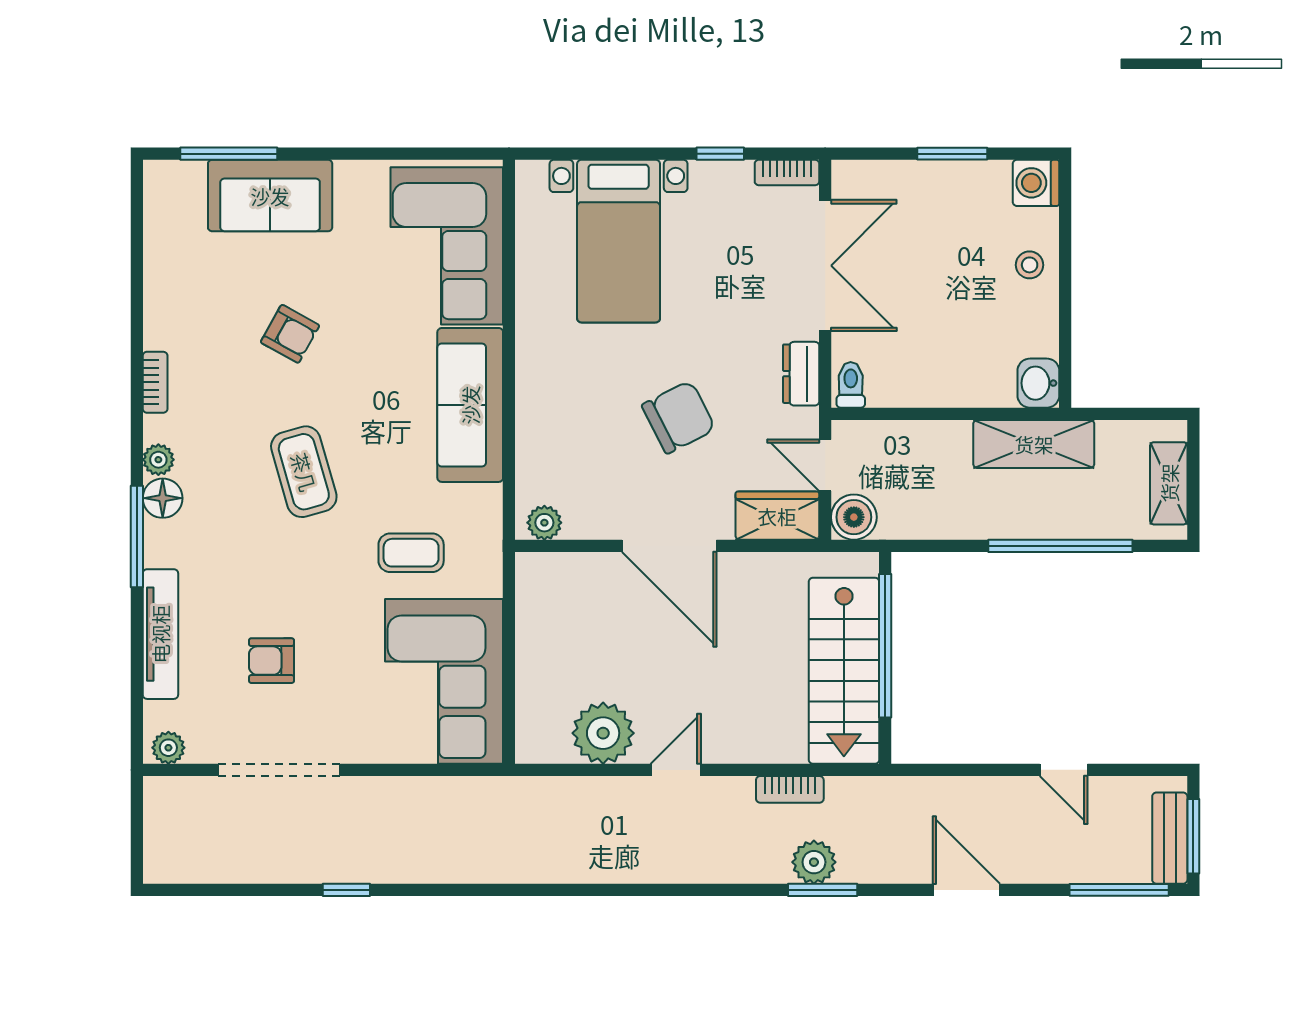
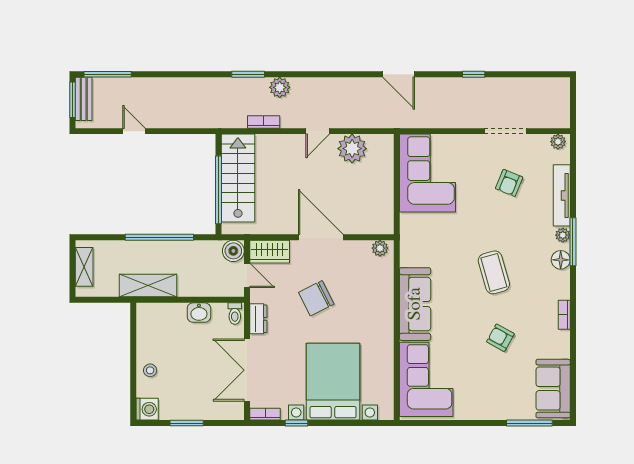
sofa: (270, 196) -> (553, 389), moved, turned -90
bed with nightstands: (619, 241) -> (333, 382), width x1.36
washbasin: (1038, 383) -> (199, 313), moved, turned 90
plant: (158, 460) -> (563, 235), moved
window: (1060, 546) -> (159, 237), moved
coffee table: (411, 553) -> (443, 234), removed
armchair: (272, 661) -> (509, 183), turned 112
doorway: (279, 770) -> (506, 131), width x0.73
plant: (814, 862) -> (280, 87), moved
door: (966, 890) -> (399, 74), moved

